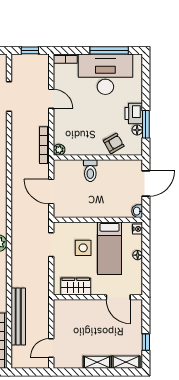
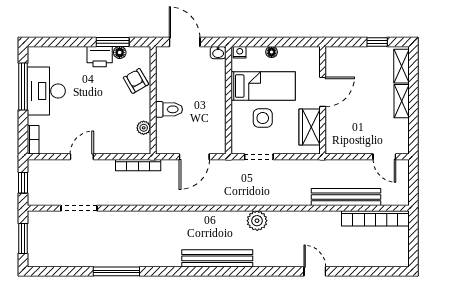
desk: (105, 74) -> (46, 91), width x0.73, depth x0.77
plant: (59, 150) -> (144, 128), moved
door: (118, 297) -> (323, 92), moved

